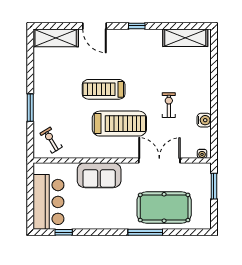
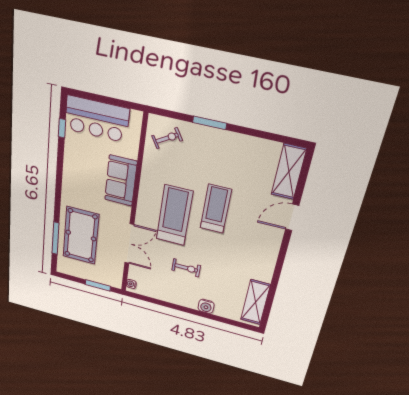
window: (137, 26) -> (281, 260), removed
water cooler: (204, 120) -> (206, 306), moved
treadmill: (119, 124) -> (174, 215), turned 180
window: (145, 232) -> (55, 238), moved

